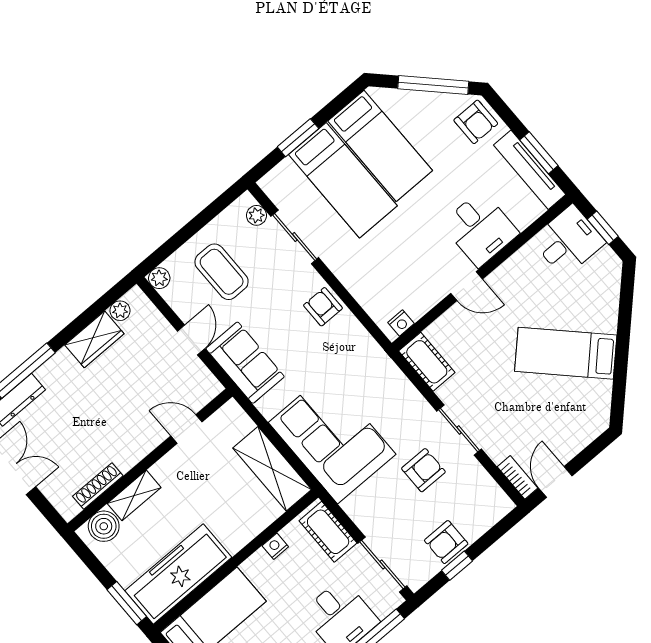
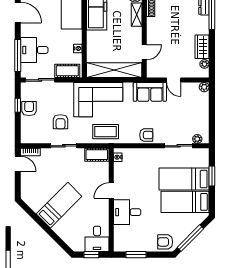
tv unit: (530, 170) -> (133, 246), removed
coffee table: (222, 272) -> (106, 132), moved
shelving: (272, 469) -> (114, 70), width x1.47

